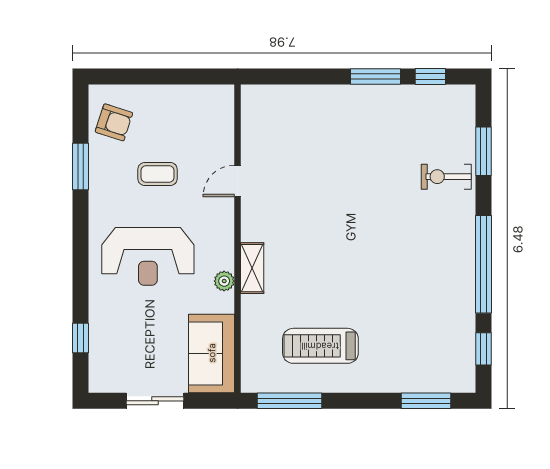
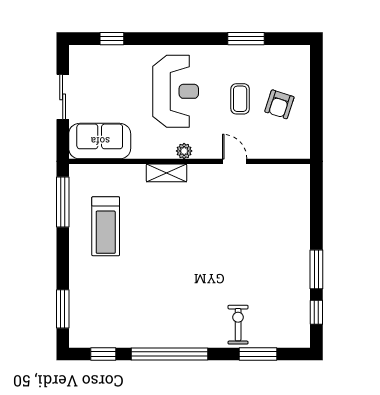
armchair: (114, 122) -> (279, 104), moved
reception desk: (148, 256) -> (176, 91), turned 180
plant: (224, 281) -> (184, 151), moved
treadmill: (320, 346) -> (106, 226), turned 180

